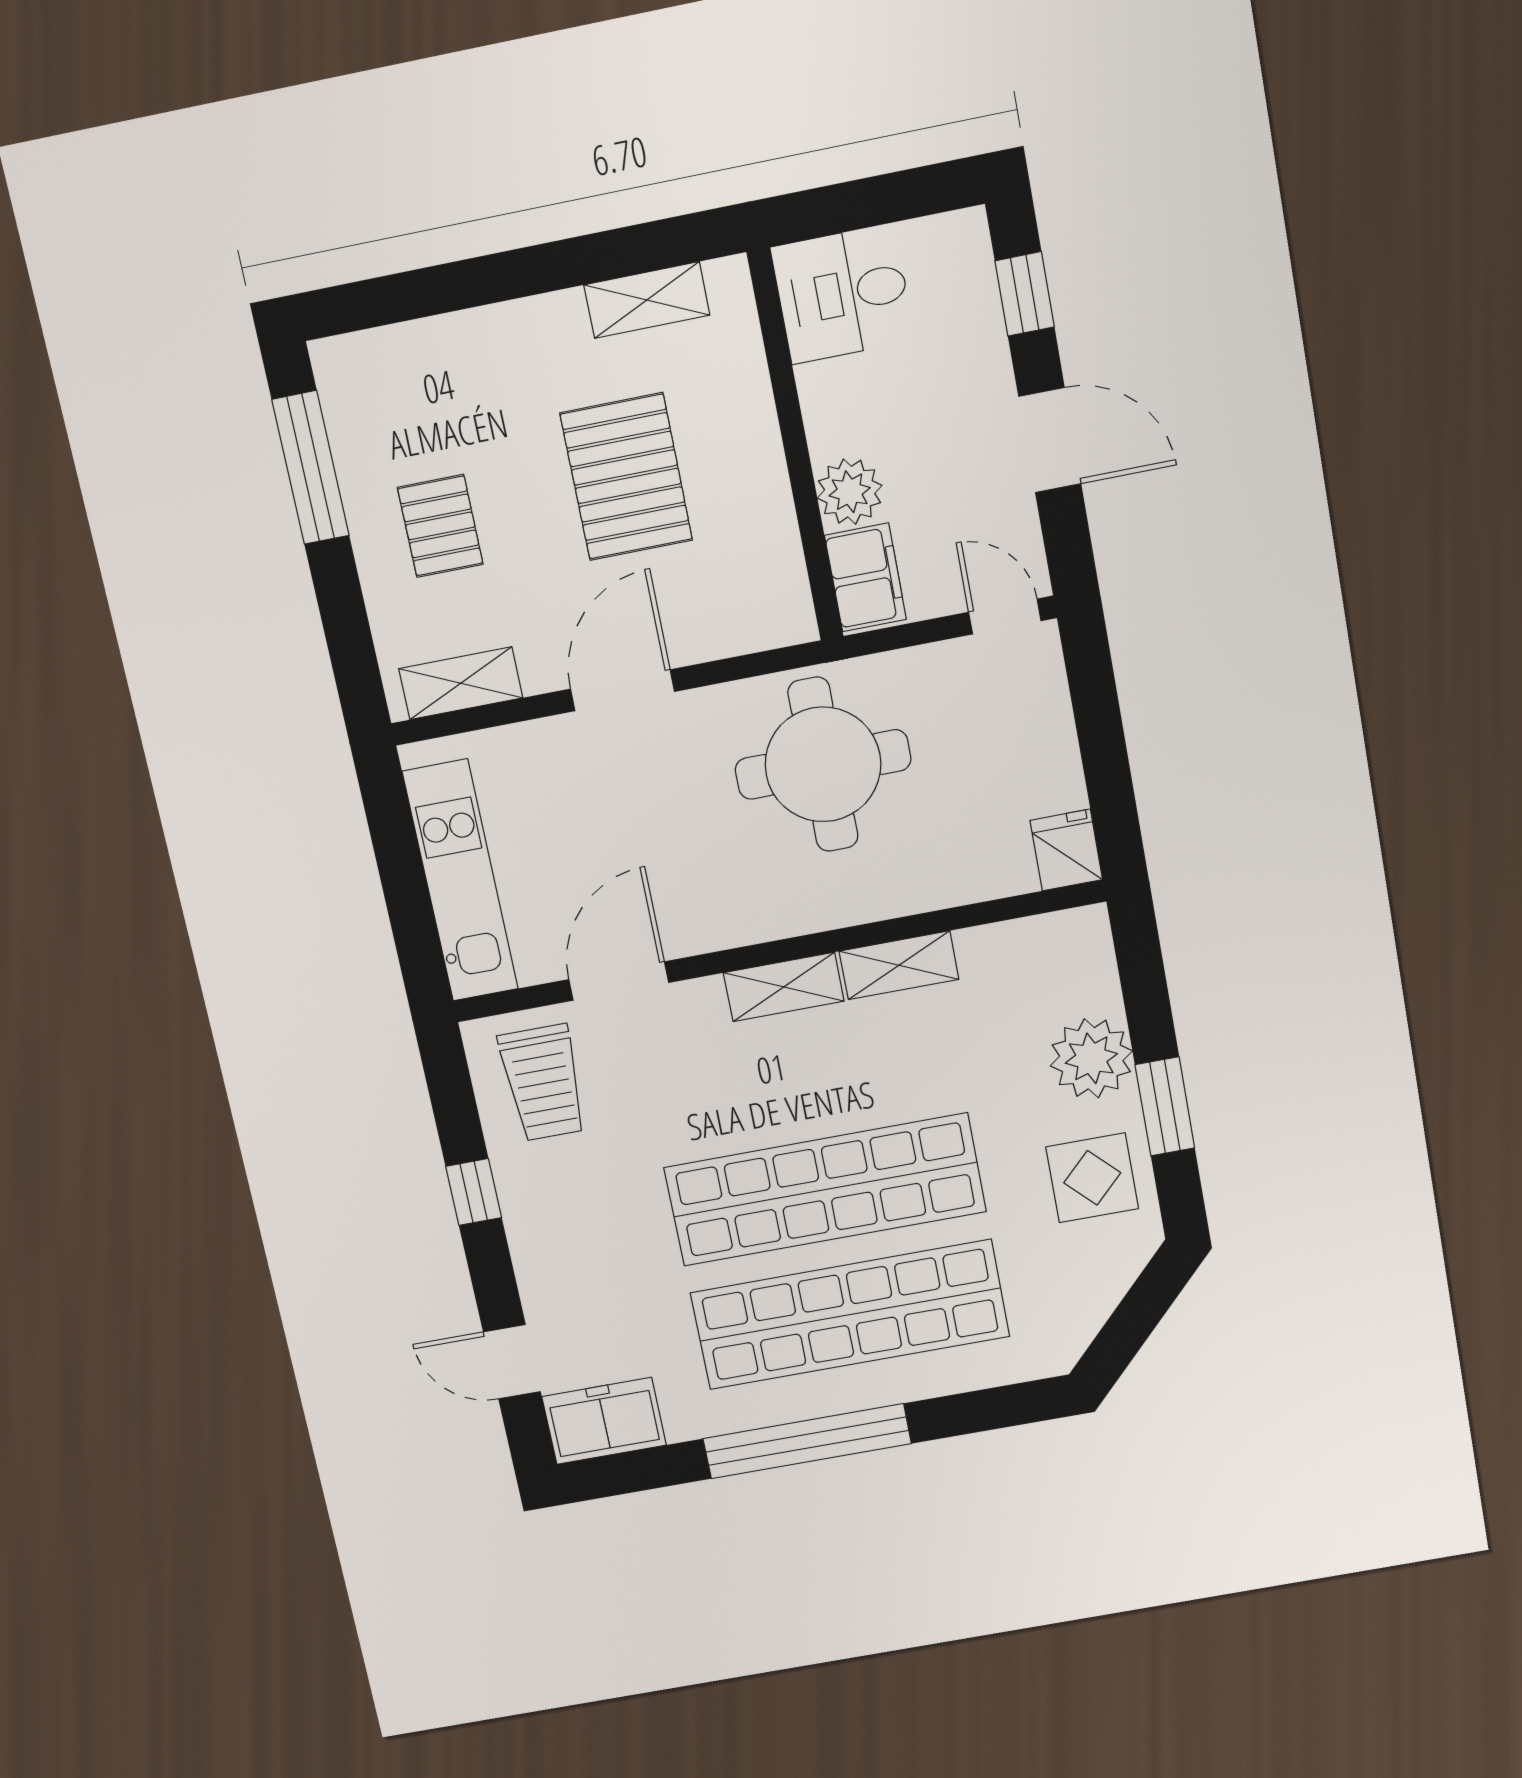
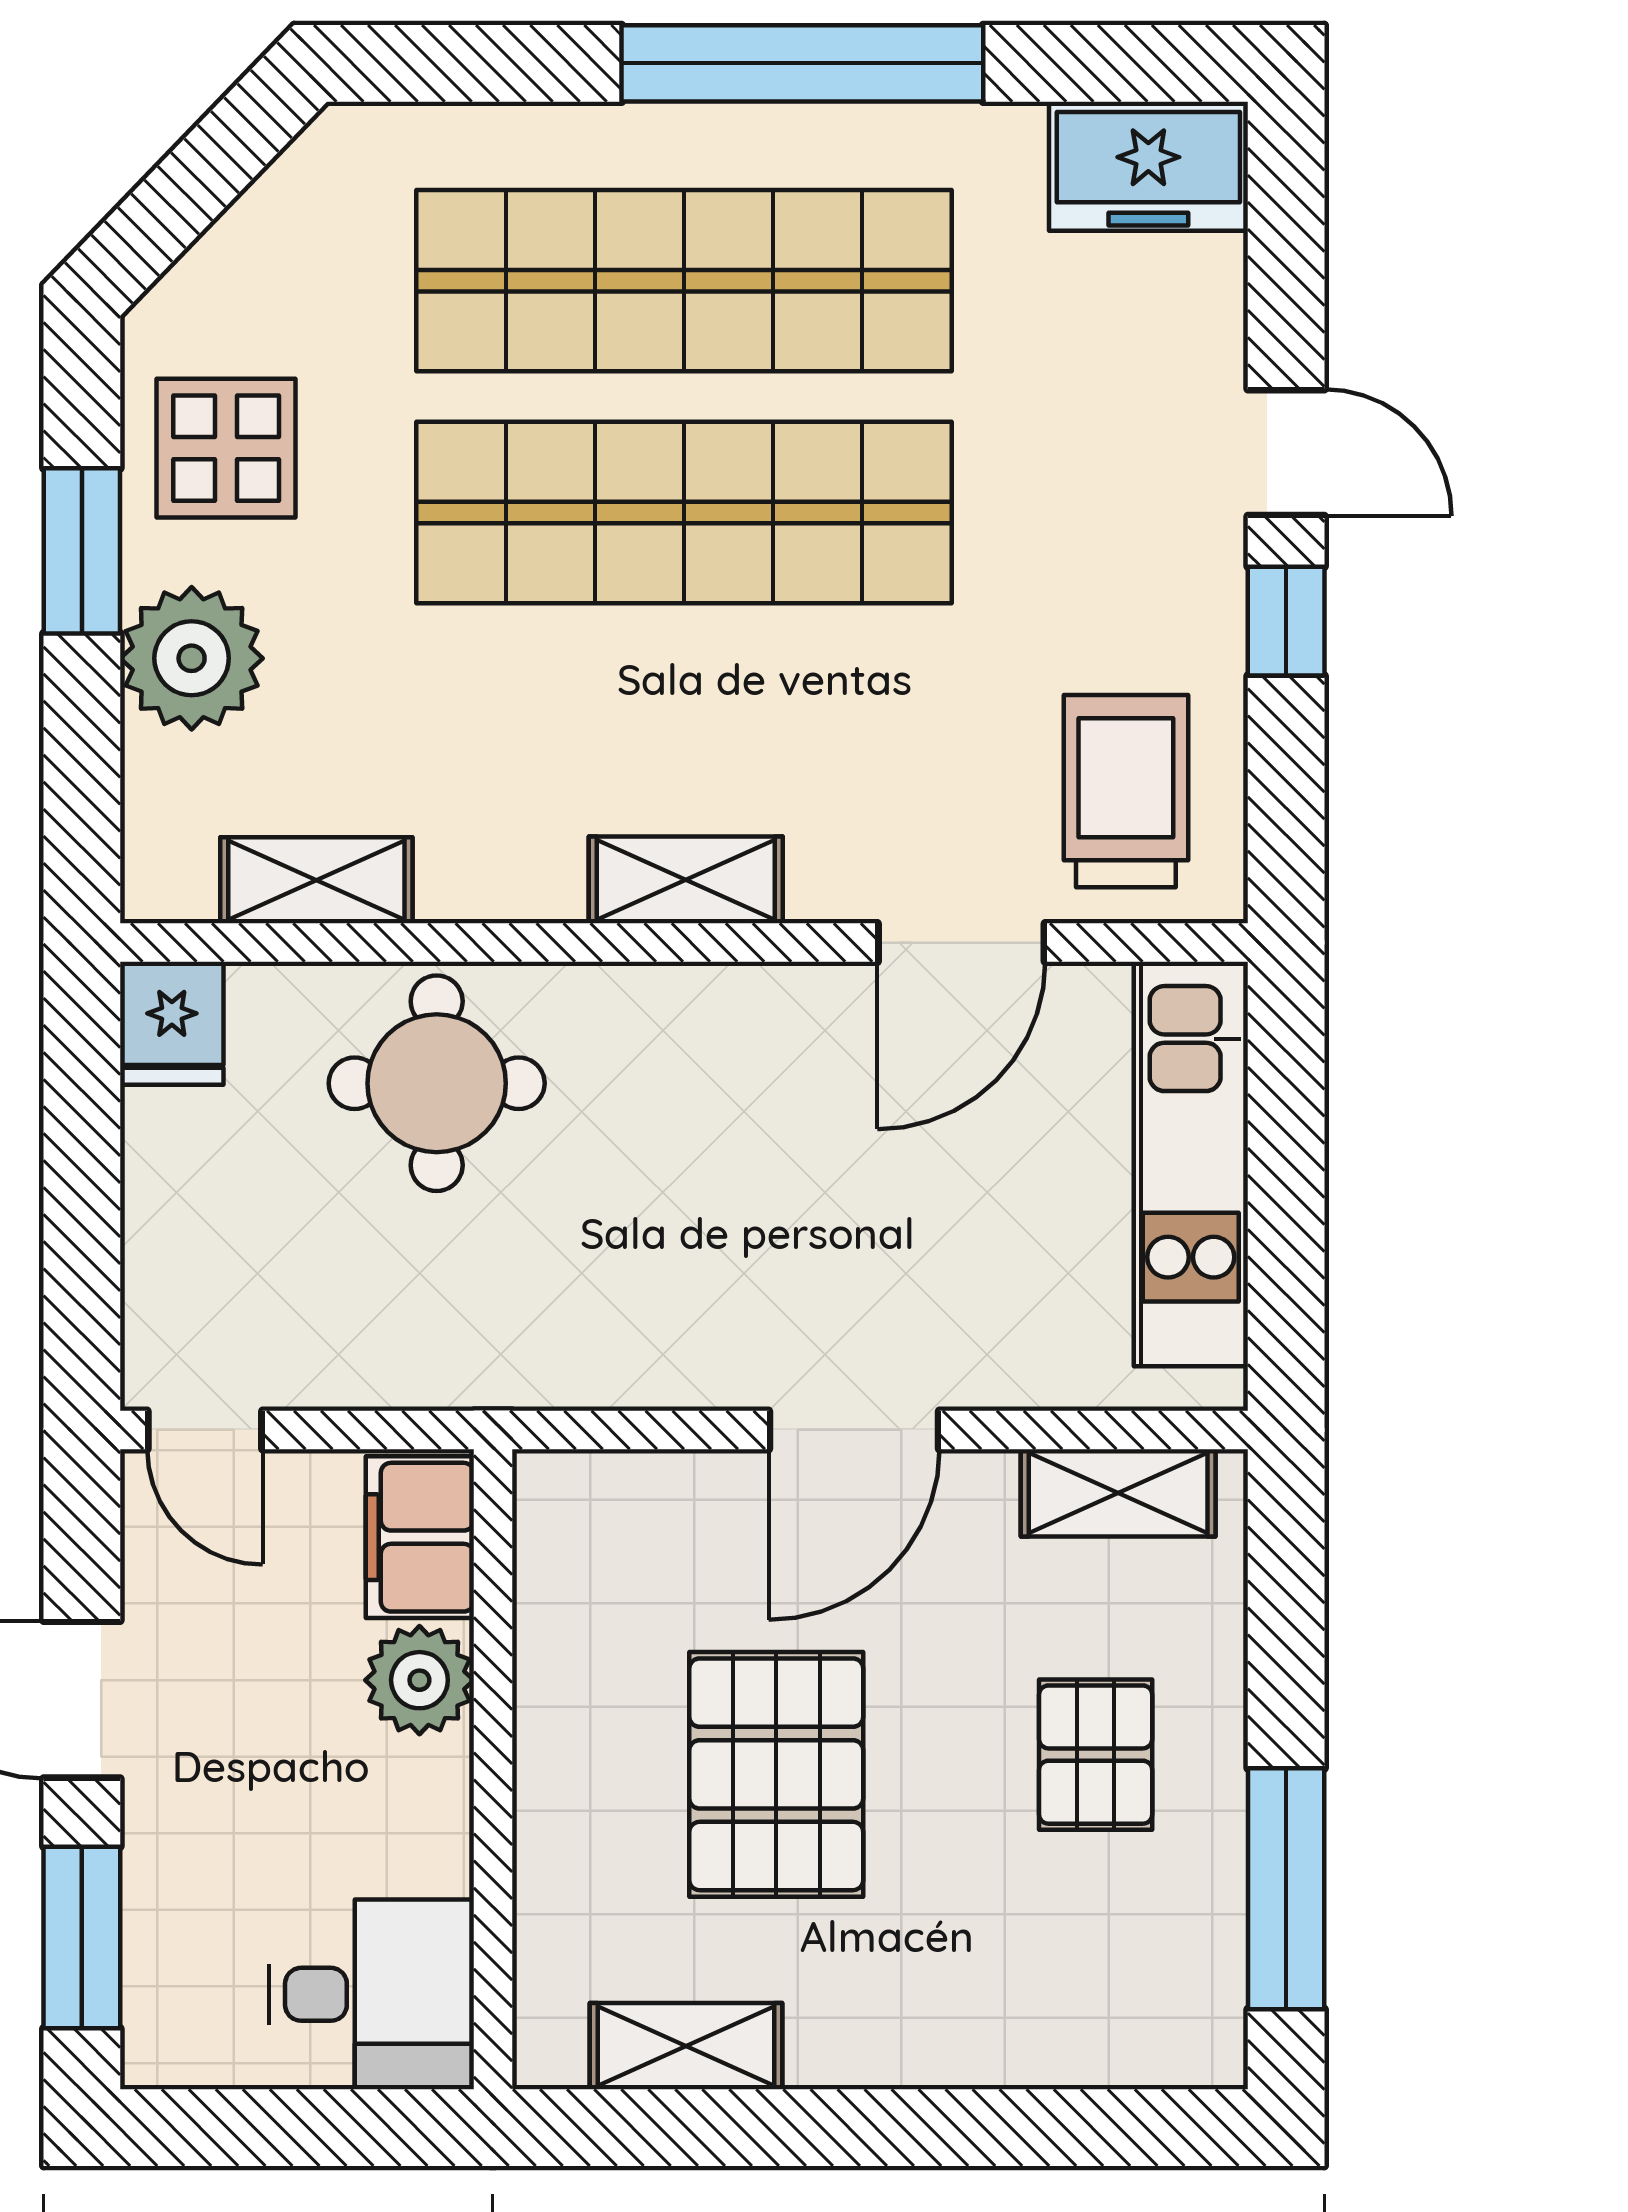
window: (1025, 294) -> (82, 1938), width x1.50
round table: (823, 764) -> (437, 1083), moved, width x0.73, depth x0.73
shelving: (899, 965) -> (316, 880), moved
door: (512, 1362) -> (1286, 453), moved

